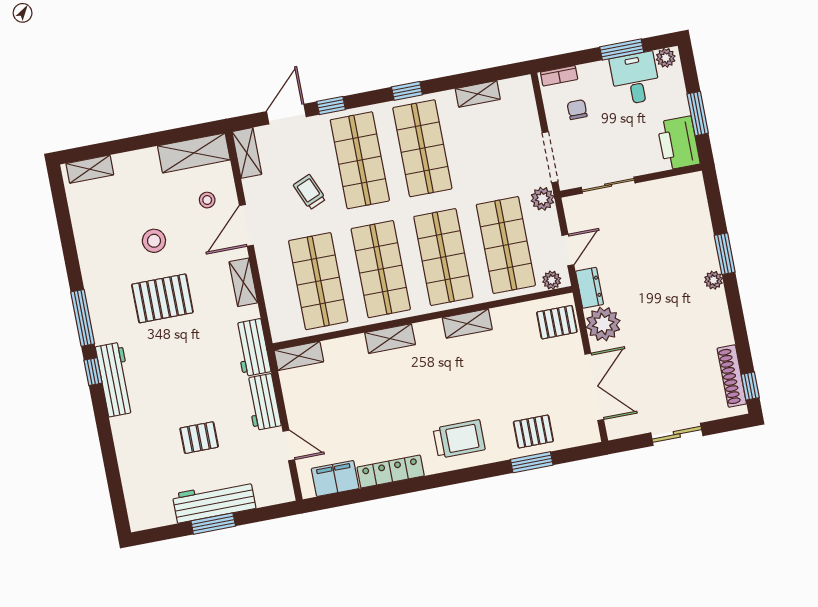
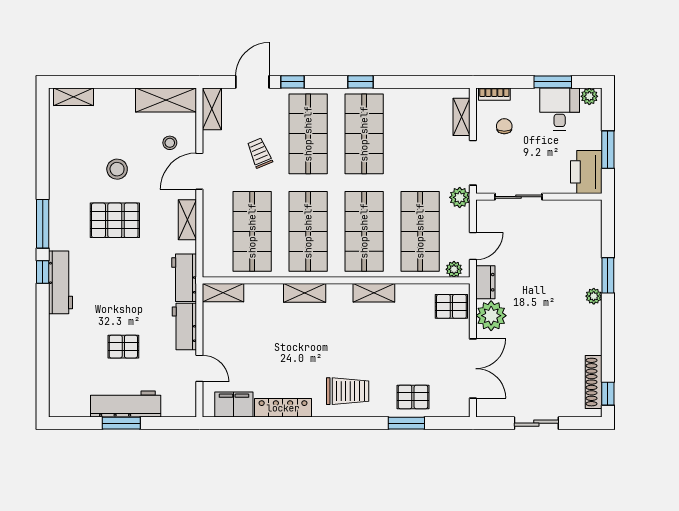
shelving: (478, 94) -> (462, 117), moved, turned 90

